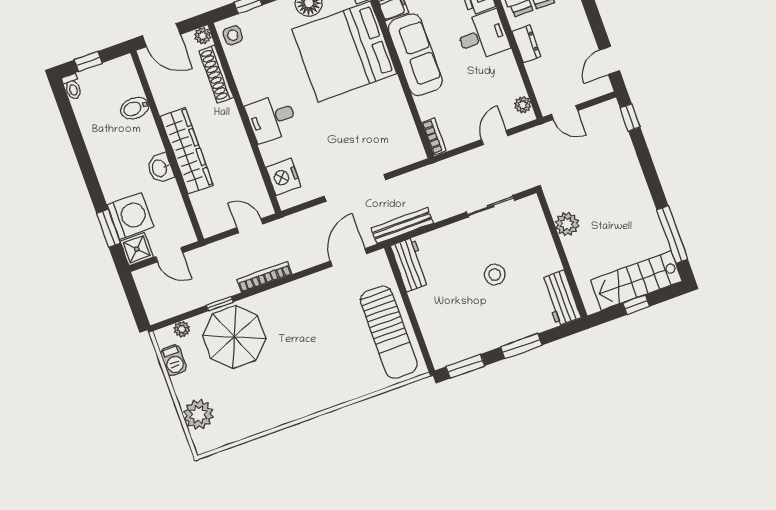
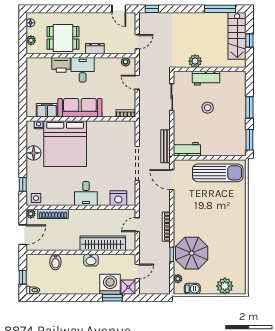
wardrobe: (187, 151) -> (103, 243), moved
workbench: (561, 298) -> (206, 78), moved

